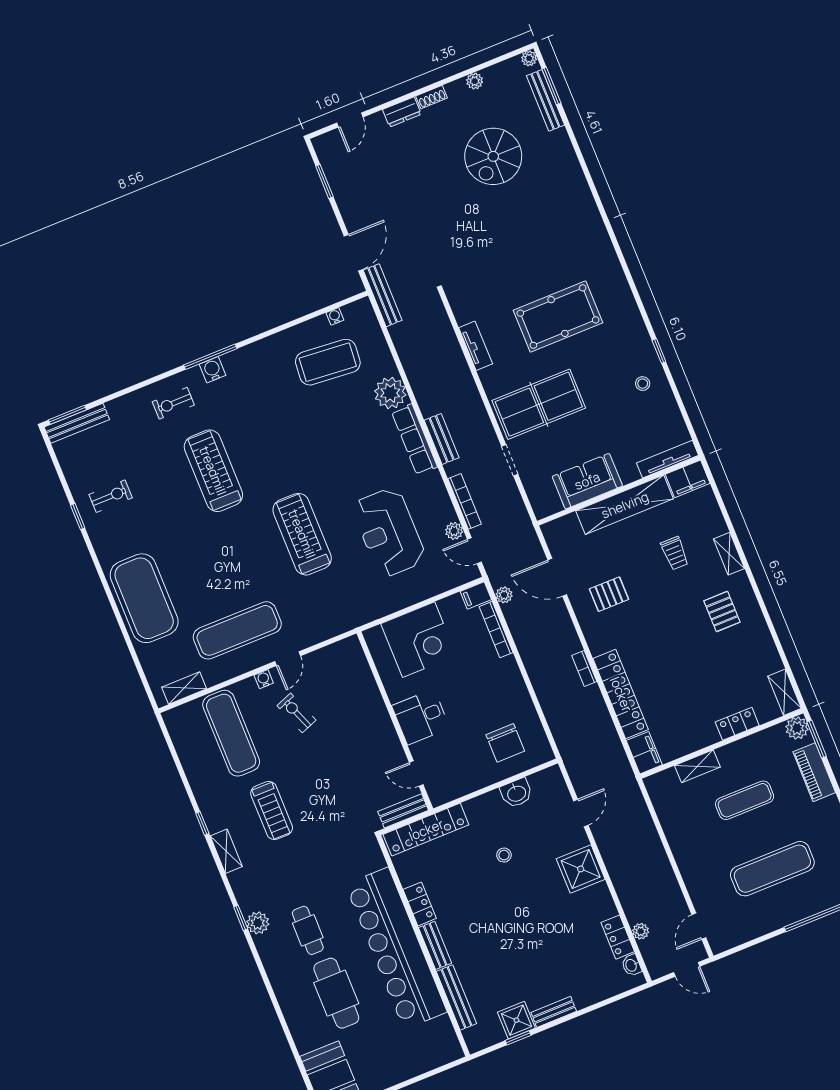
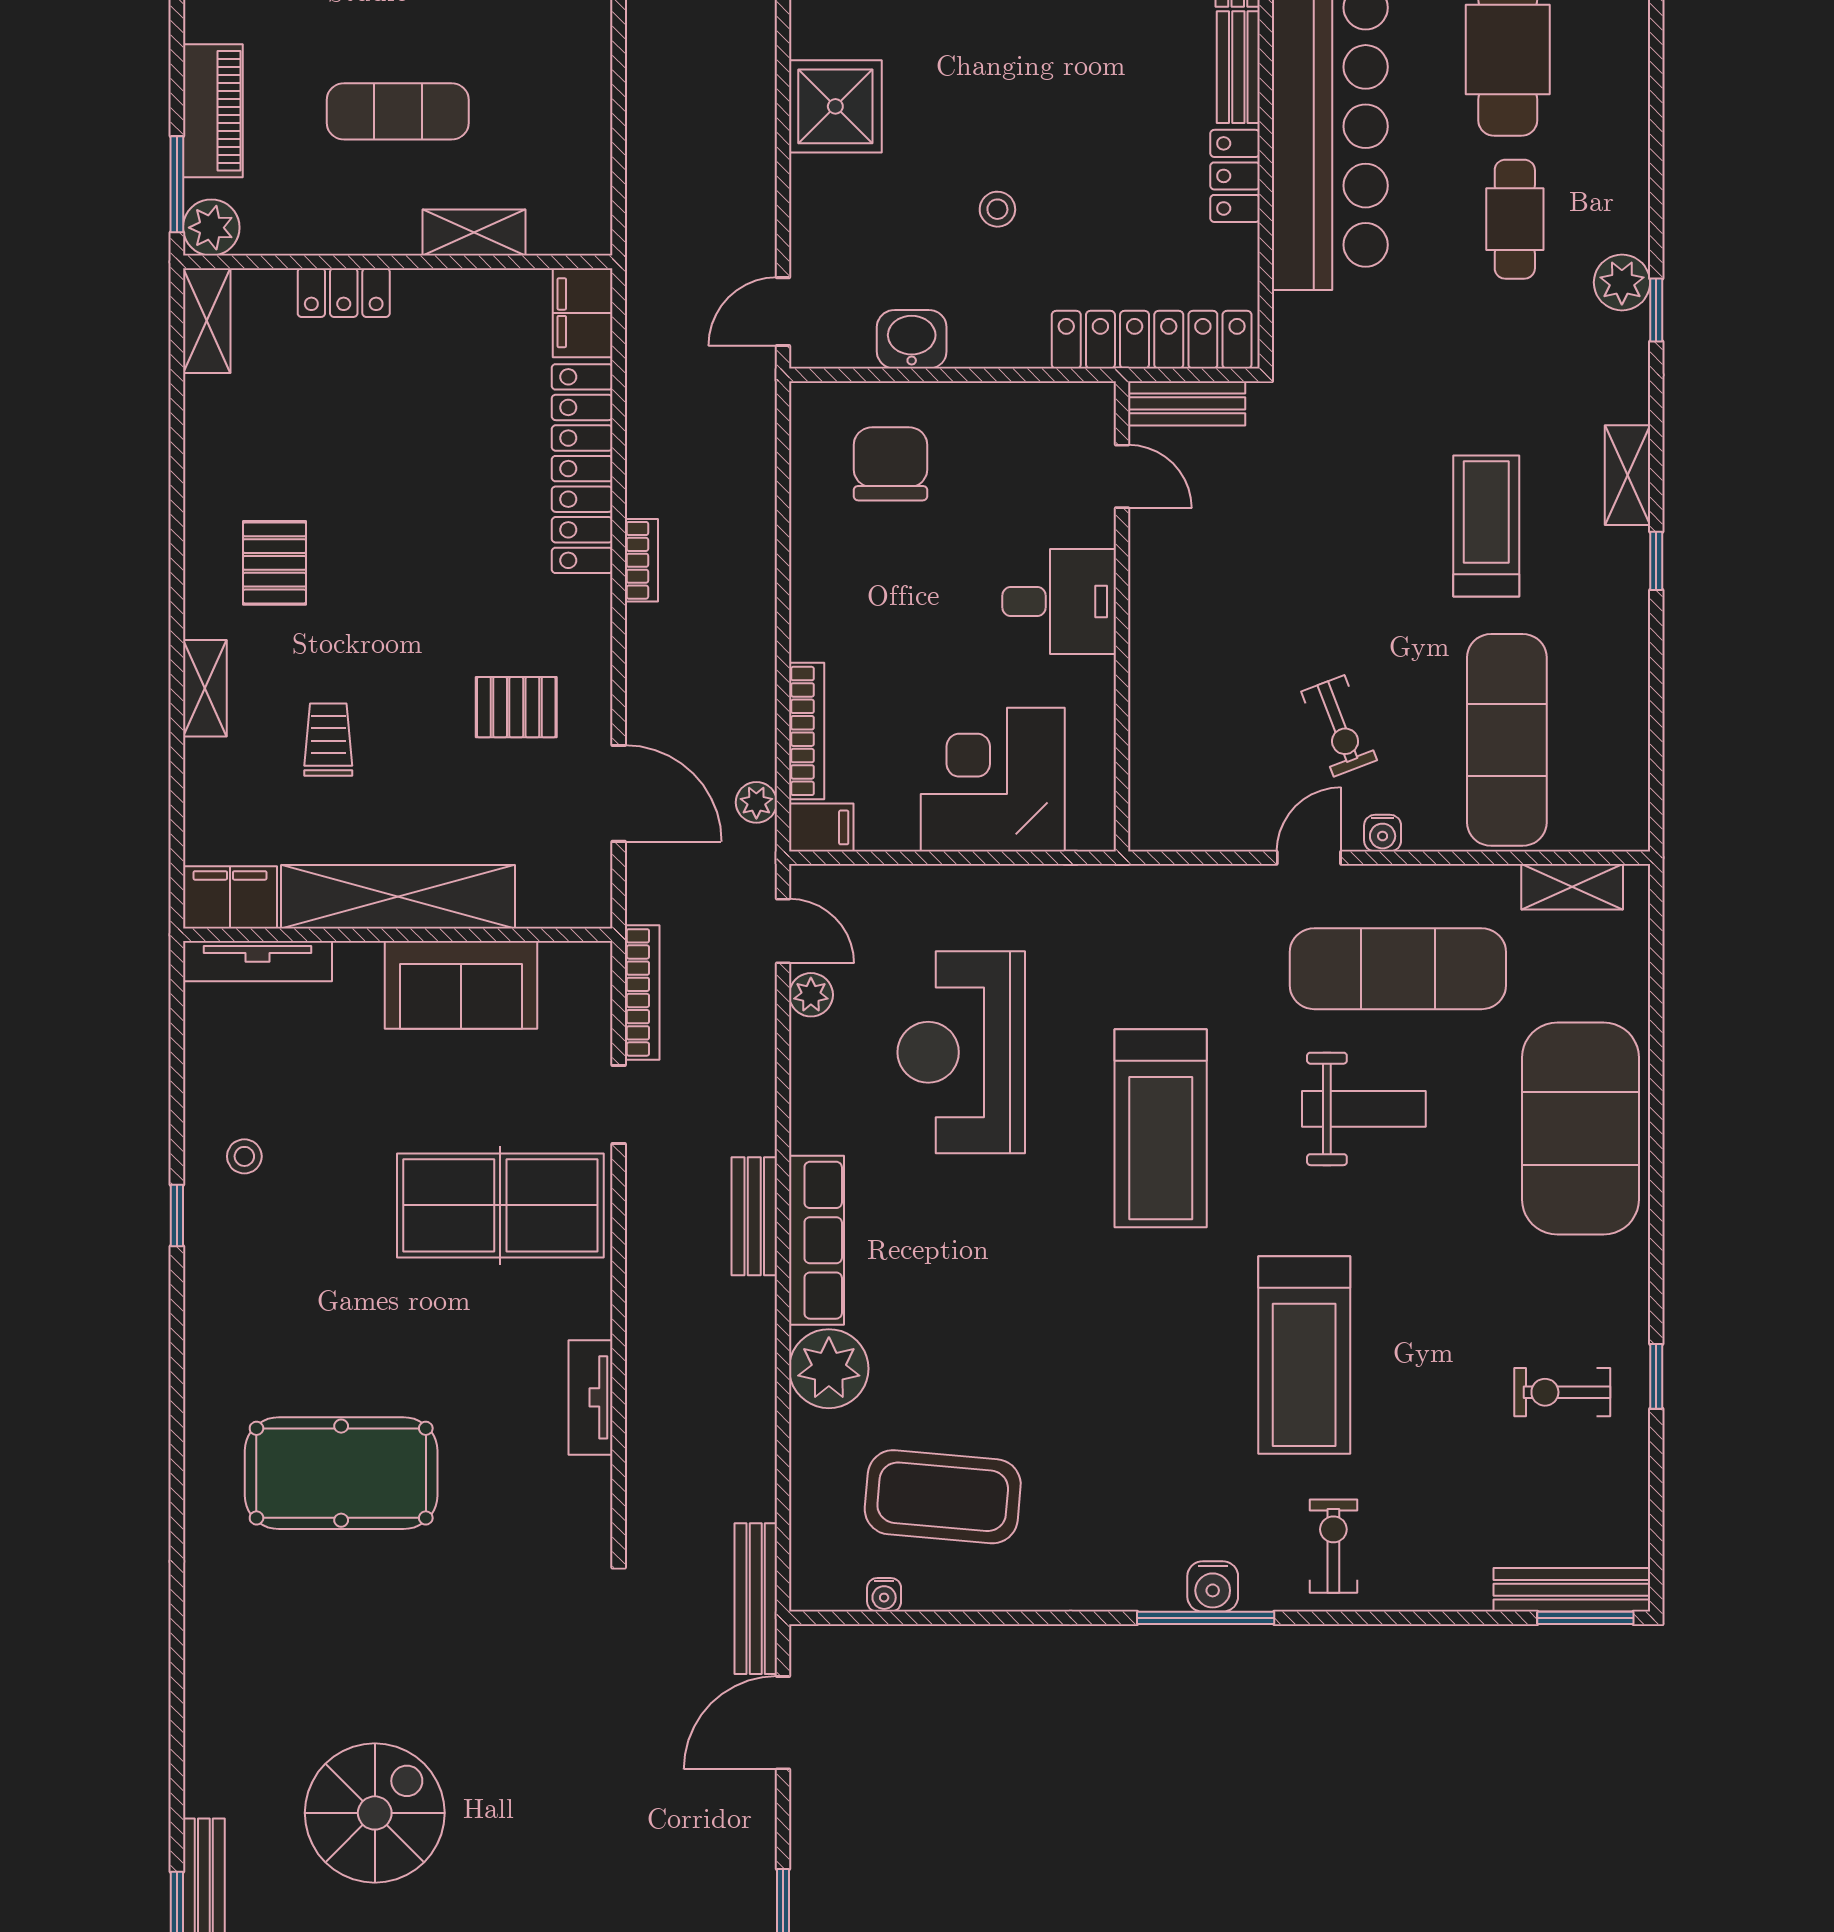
pool table: (558, 317) -> (341, 1473), moved
exercise bike: (173, 403) -> (1333, 1546), turned -90
bookcase: (465, 501) -> (642, 992), moved, turned 180
reception desk: (389, 532) -> (961, 1052), turned 180
weight bench: (229, 572) -> (1364, 1109), added
door: (581, 813) -> (783, 312), moved

